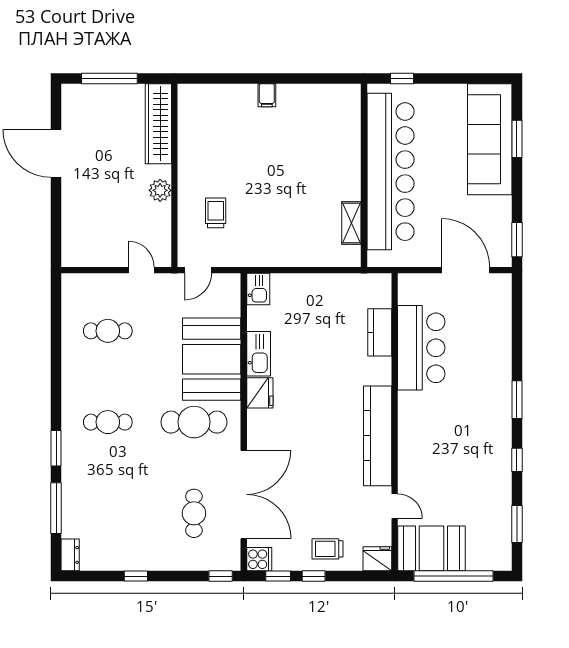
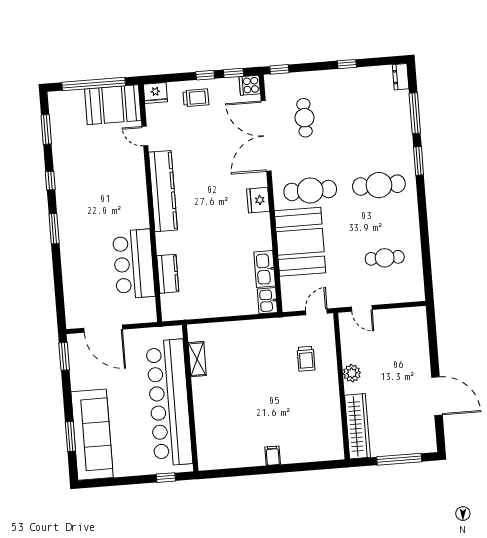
kitchen sink: (259, 354) -> (265, 269), moved
fridge: (260, 393) -> (258, 200), moved
cafe table: (108, 422) -> (379, 185), width x1.37, depth x1.35

